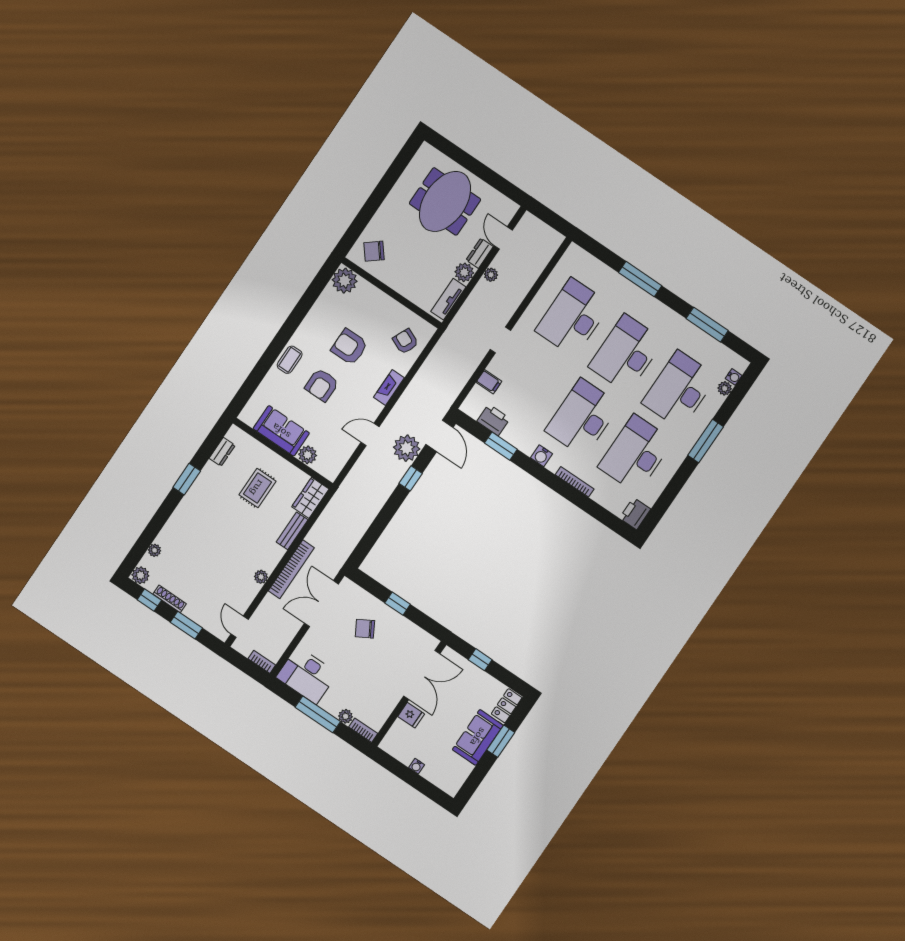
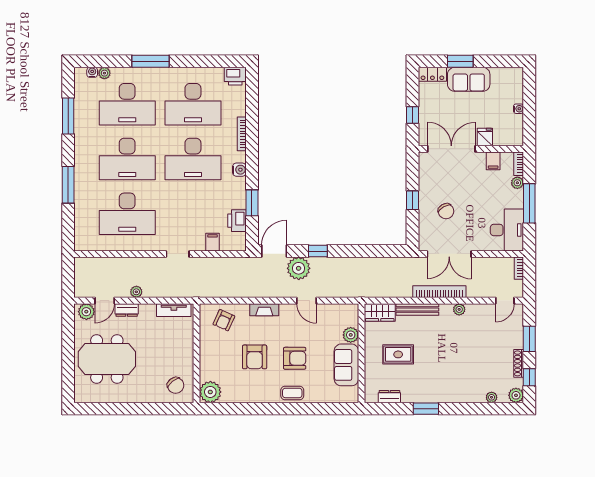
plant: (464, 272) -> (86, 312), moved
bench: (292, 531) -> (417, 309), width x1.36
filing cabinet: (383, 707) -> (493, 161), added

